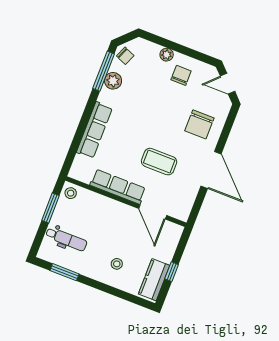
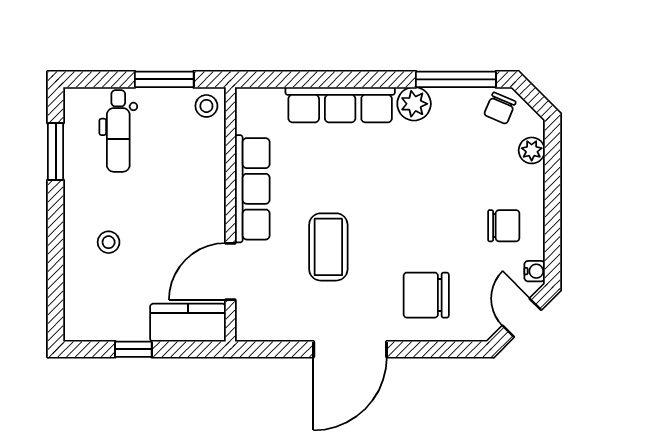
plant: (167, 55) -> (532, 150), moved
water cooler: (208, 69) -> (535, 271), added
plant: (113, 81) -> (414, 104), moved
kitchen counter: (154, 280) -> (188, 323), moved

